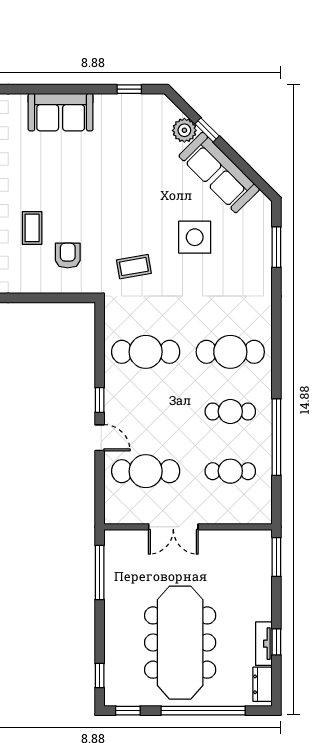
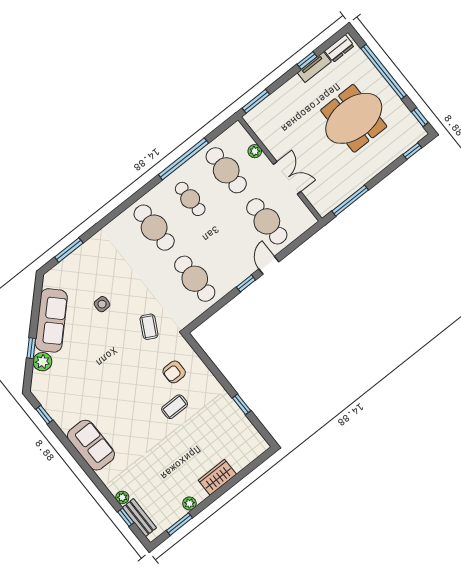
side table: (195, 237) -> (102, 304), width x0.54, depth x0.54
coffee table: (134, 267) -> (149, 327), turned 38
cafe table: (230, 471) -> (226, 170), width x1.37, depth x1.35
plant: (227, 516) -> (255, 151), added
meeting table: (180, 643) -> (354, 118), width x0.73

